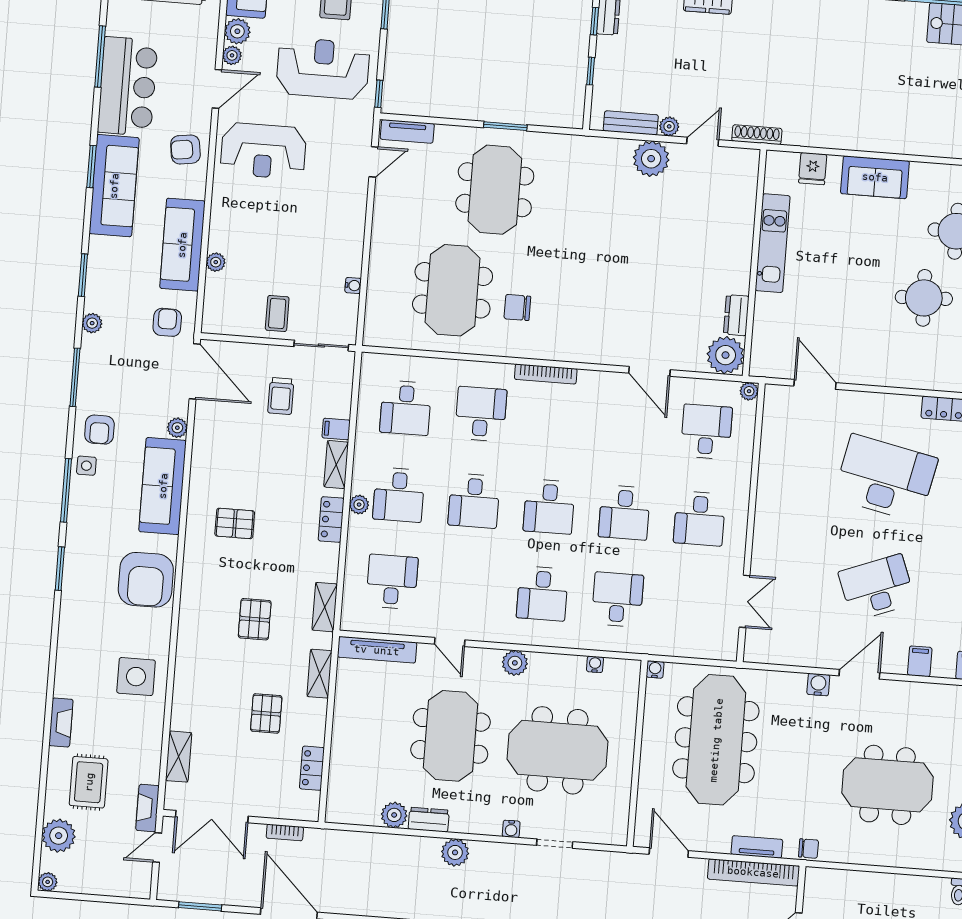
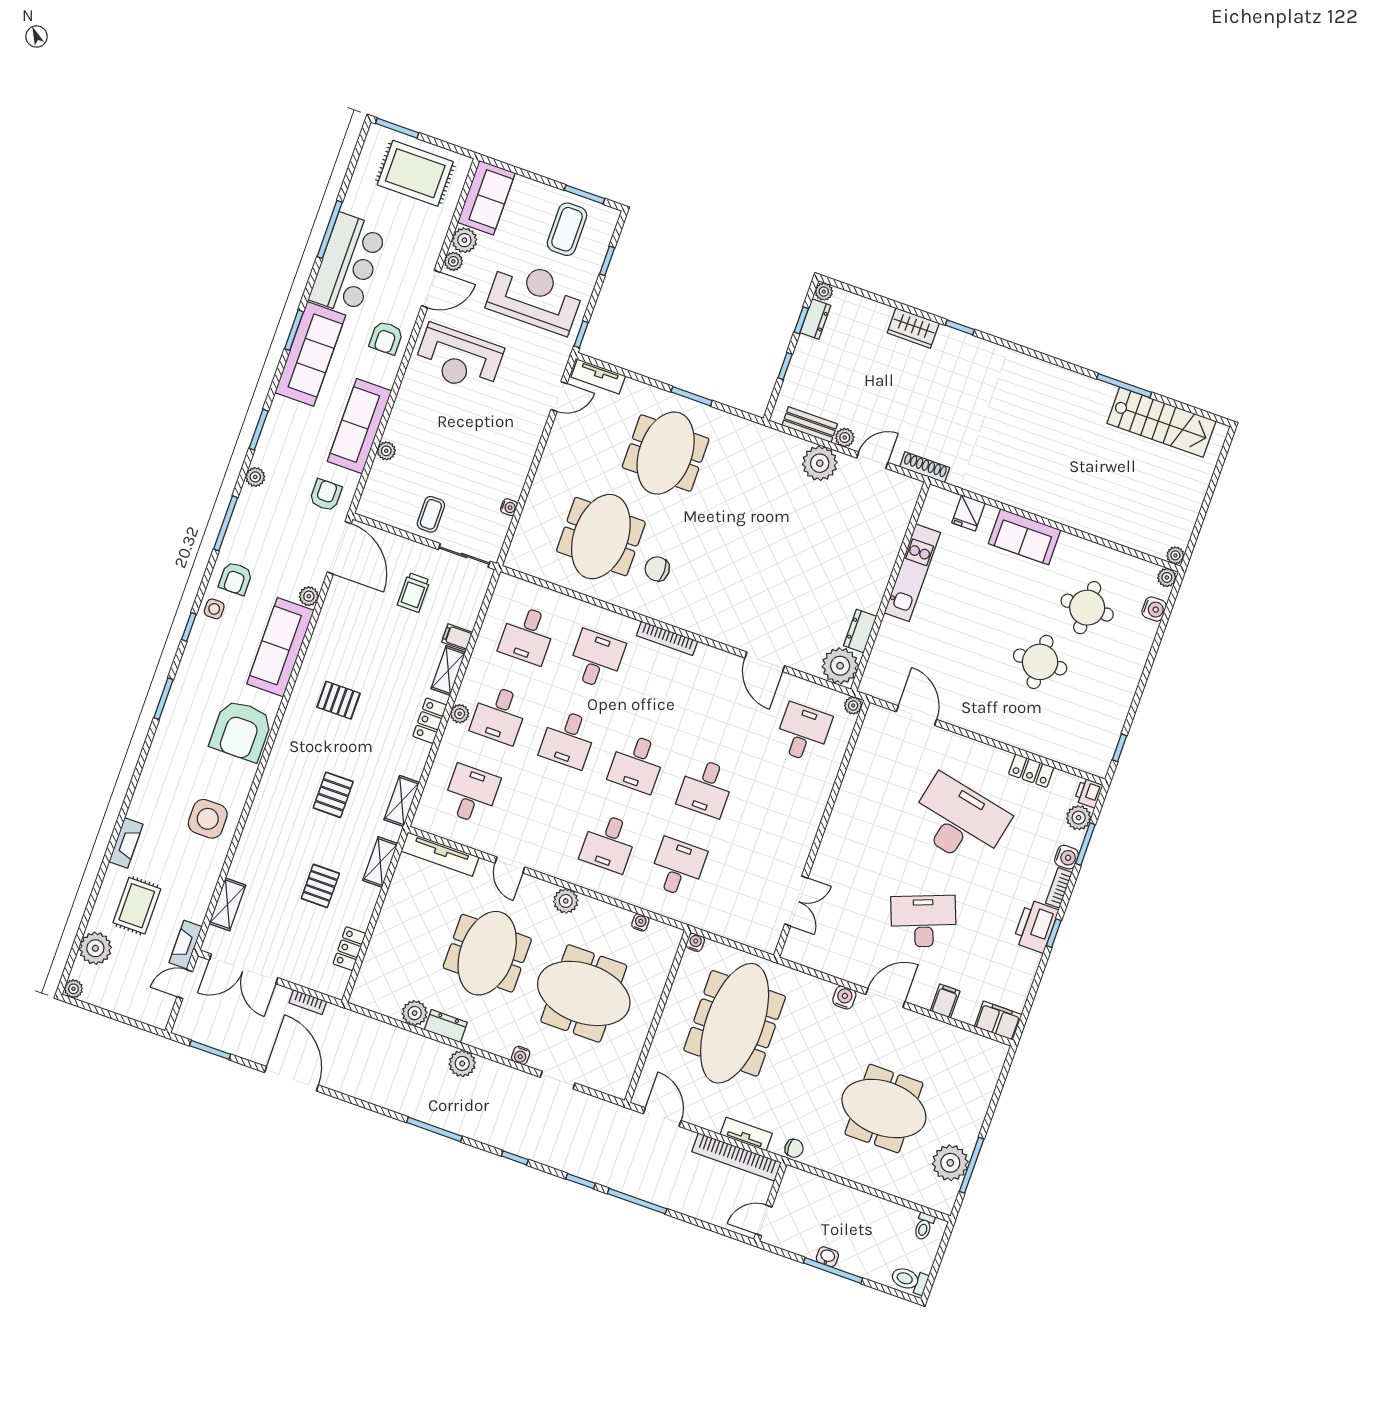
armchair: (185, 149) -> (386, 338), turned -82
window: (66, 490) -> (189, 627), width x0.46
desk: (700, 518) -> (775, 812), removed

